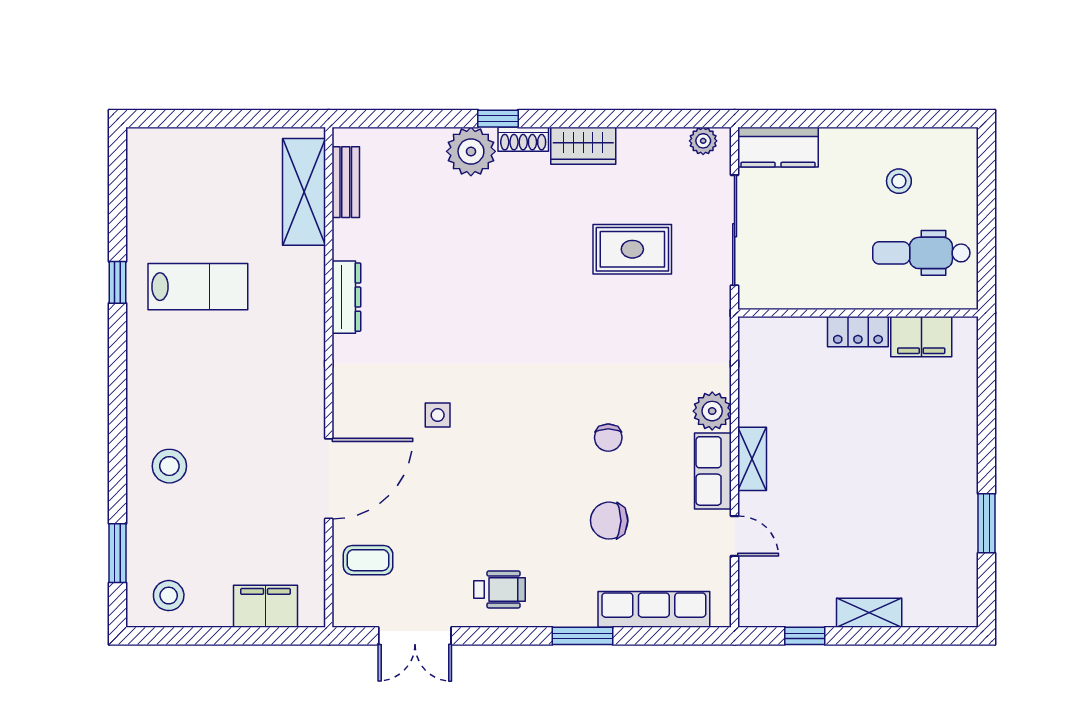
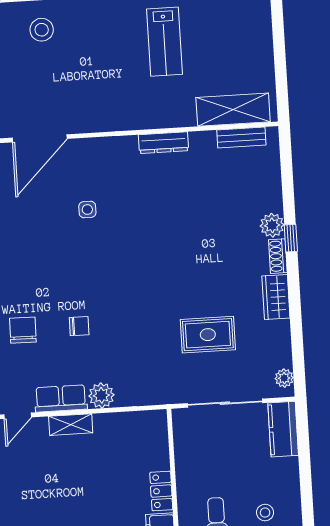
plant: (471, 151) -> (272, 225), width x0.73, depth x0.73
rug: (632, 249) -> (208, 335), turned 90
chair: (608, 438) -> (79, 326), turned 180
door: (329, 479) -> (40, 138), hinge flipped

